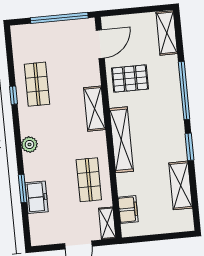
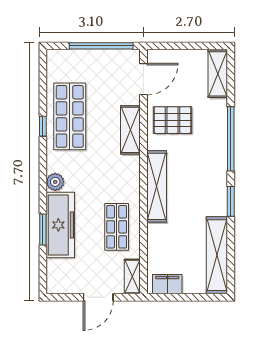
shop shelf: (37, 84) -> (70, 116), width x1.43, depth x1.36
shelving: (94, 109) -> (130, 130), moved
shelving: (181, 185) -> (217, 255), width x1.47
freezer: (37, 197) -> (60, 225), width x1.91, depth x1.26
filing cabinet: (128, 209) -> (167, 284), moved, turned -90

